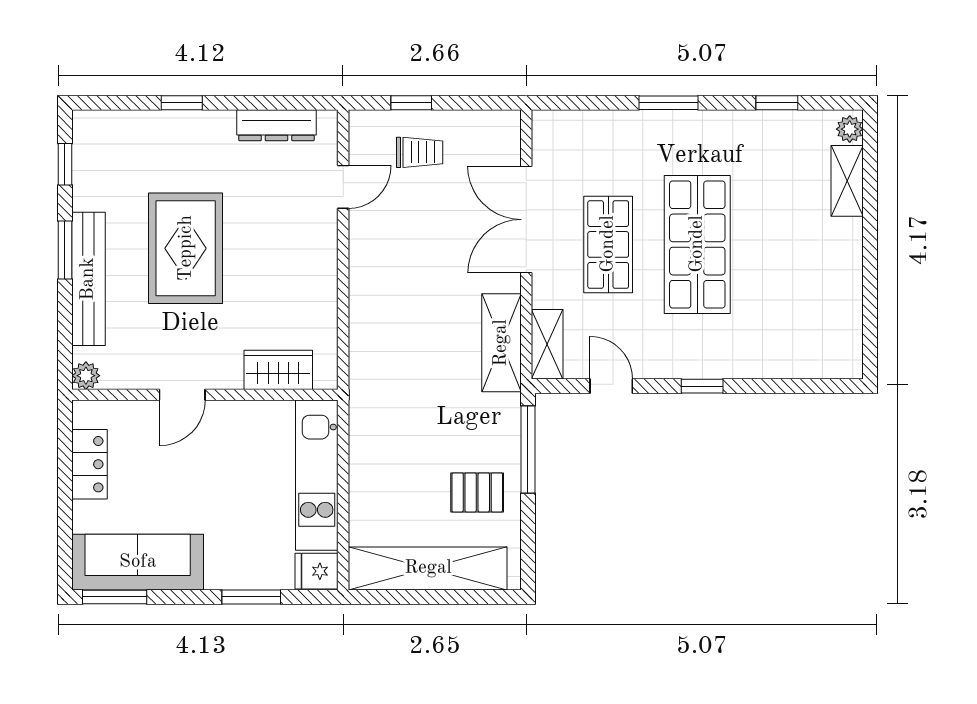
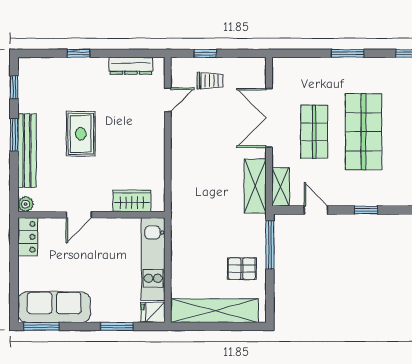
rug: (186, 248) -> (81, 134), width x0.73, depth x0.70
locker: (89, 464) -> (28, 237), moved

